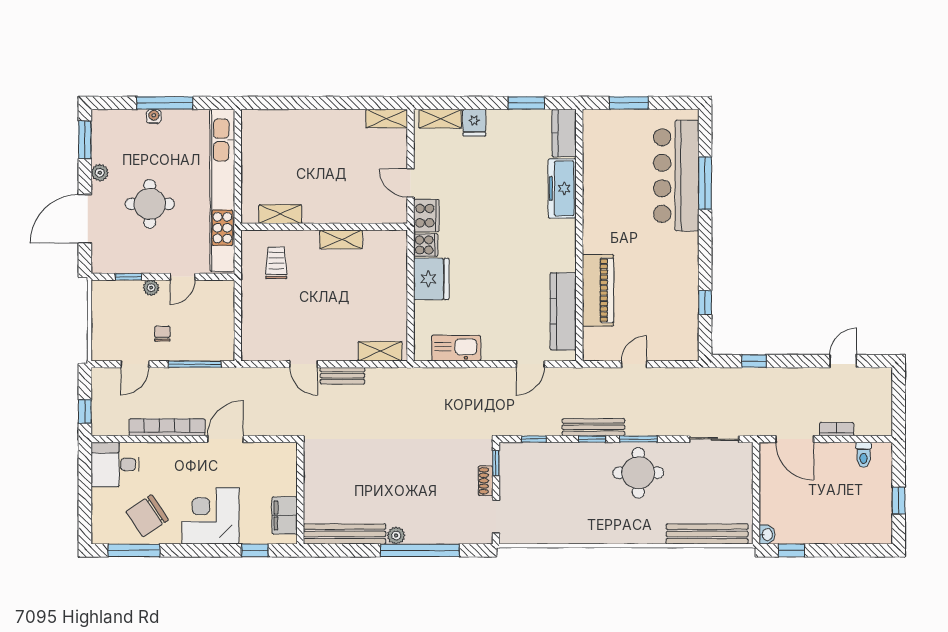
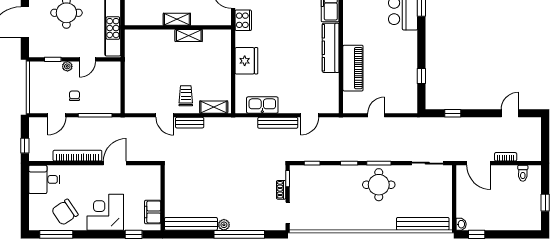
shelving: (280, 214) -> (177, 19), moved
cooker: (426, 245) -> (243, 39), removed
trolley: (276, 263) -> (186, 96), moved
kitchen counter: (563, 311) -> (331, 48), moved
bench: (593, 427) -> (278, 123), moved

